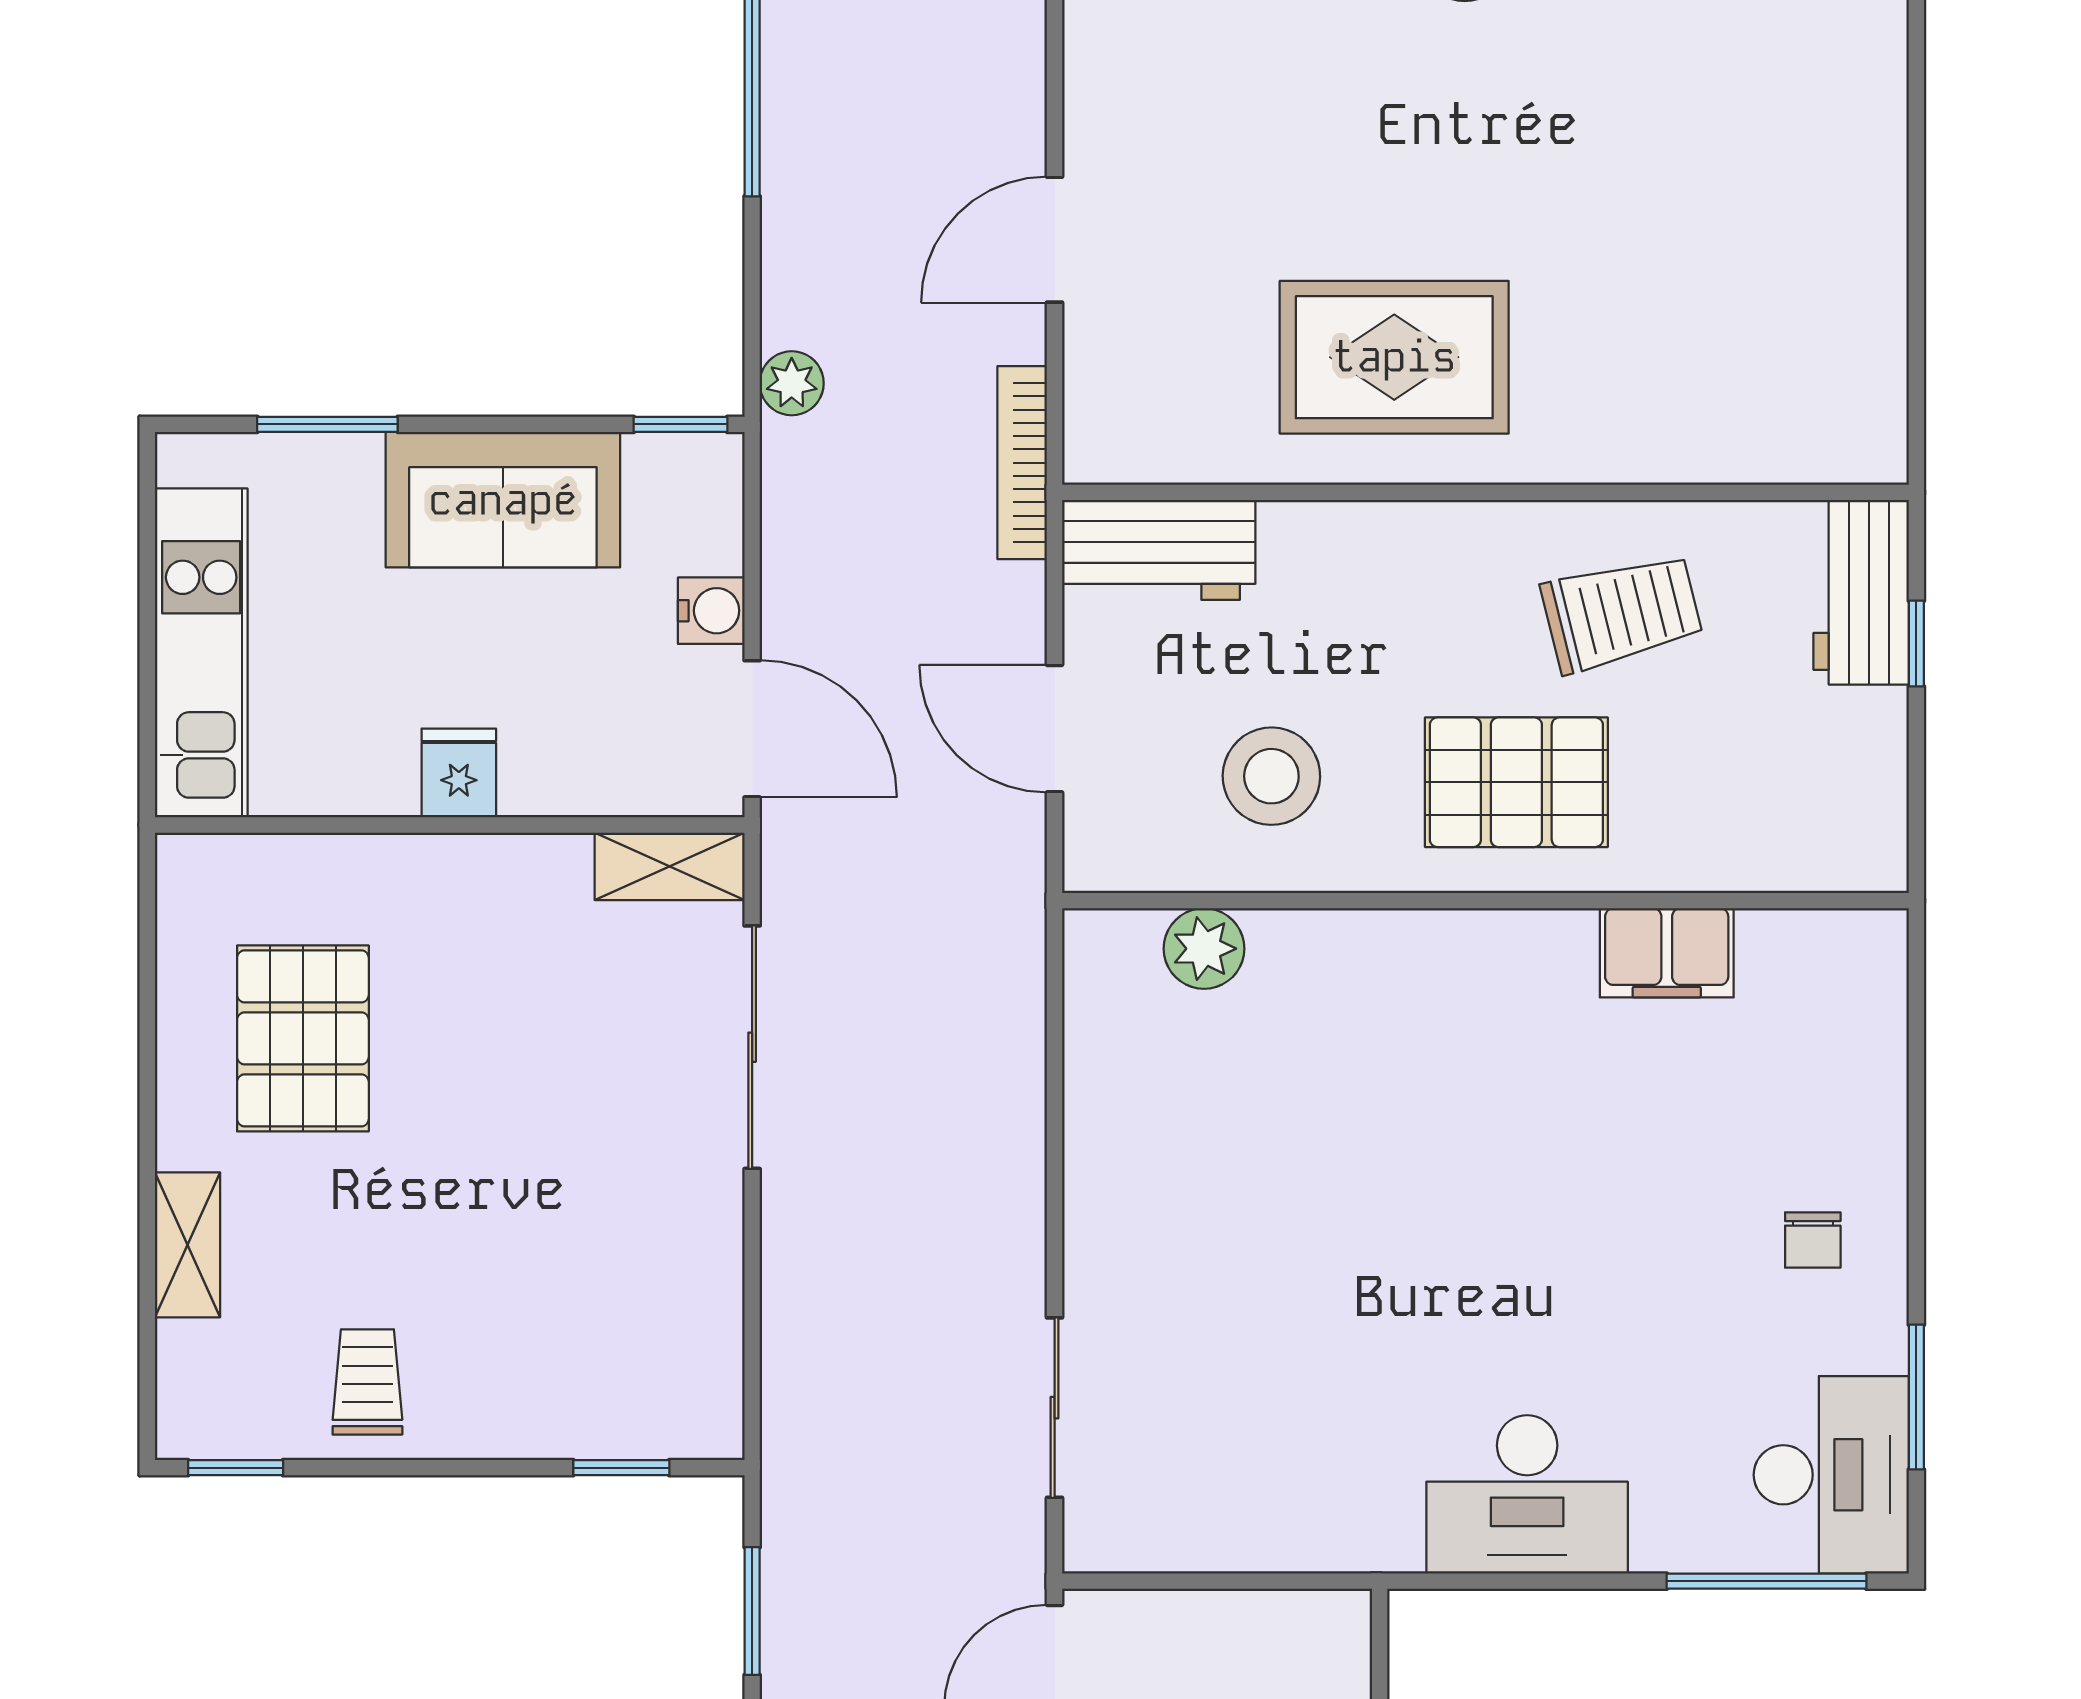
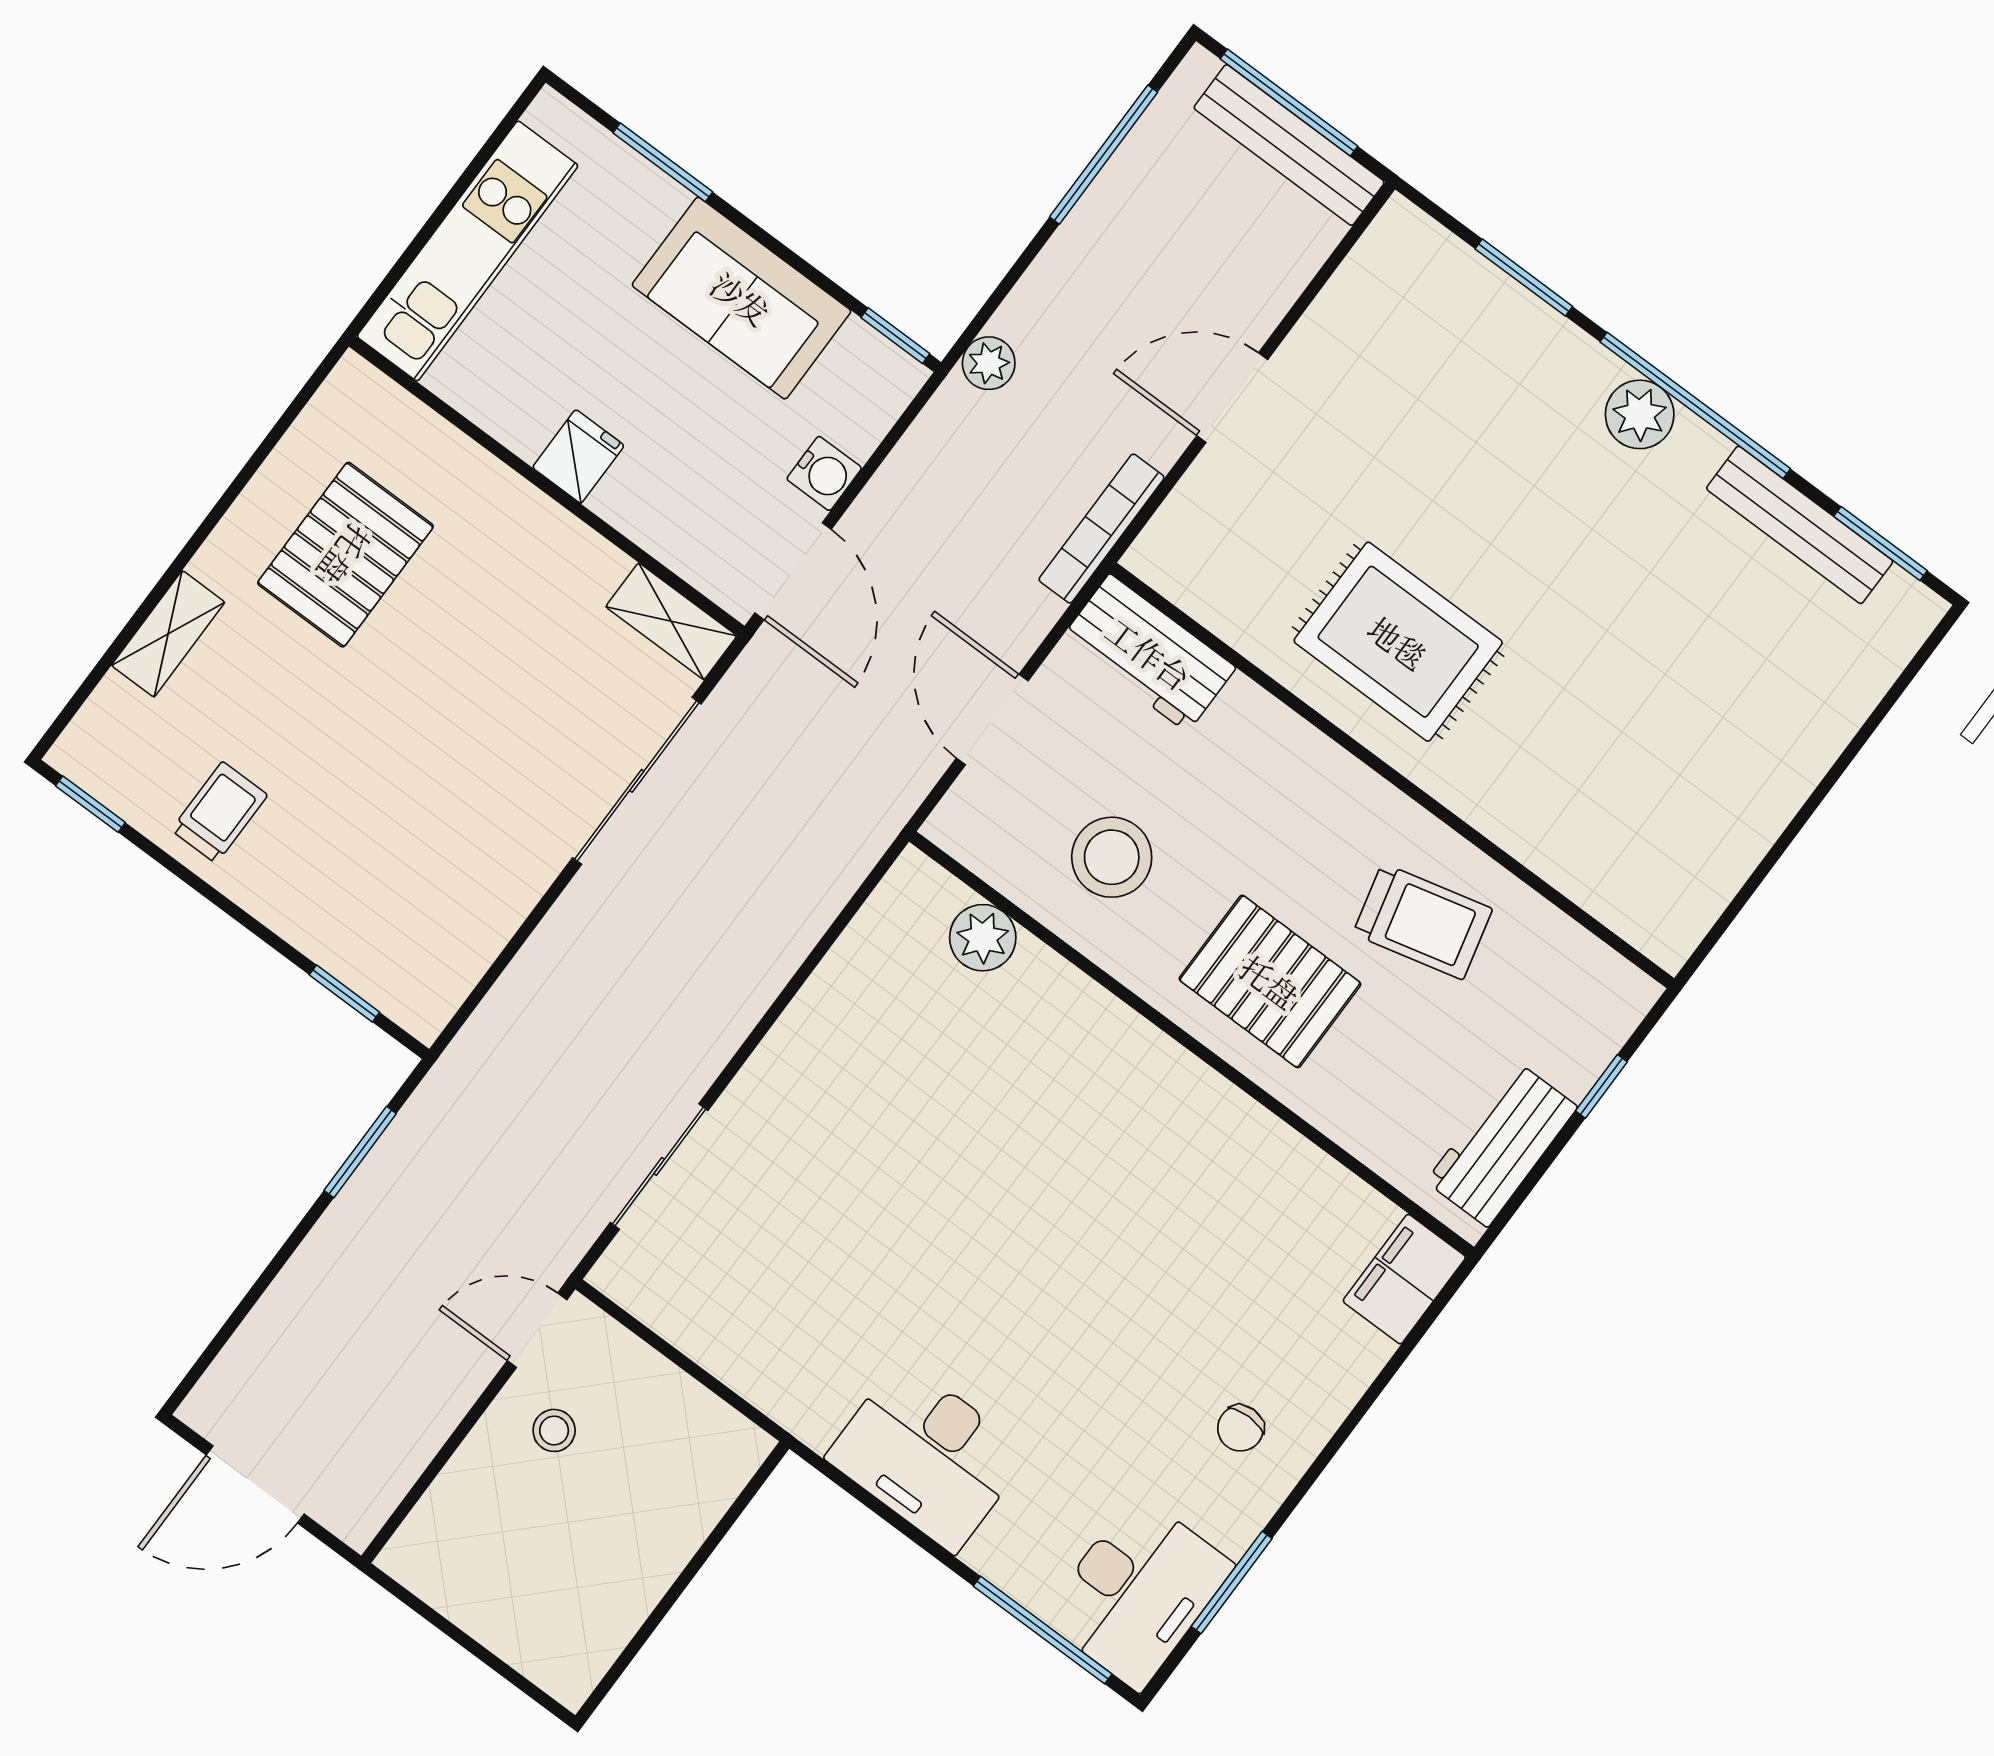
workbench: (1861, 592) -> (1502, 1144), moved
filing cabinet: (1667, 953) -> (1404, 1279), moved, turned 90

